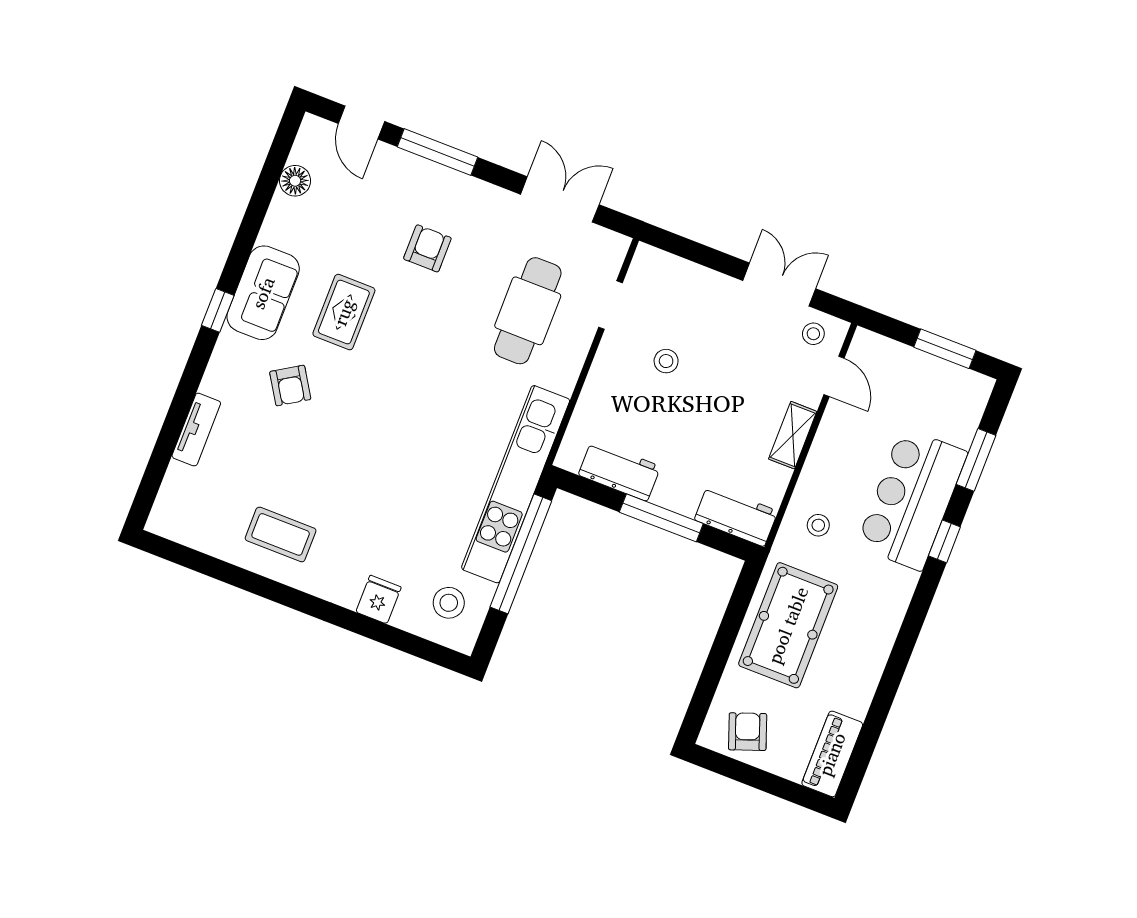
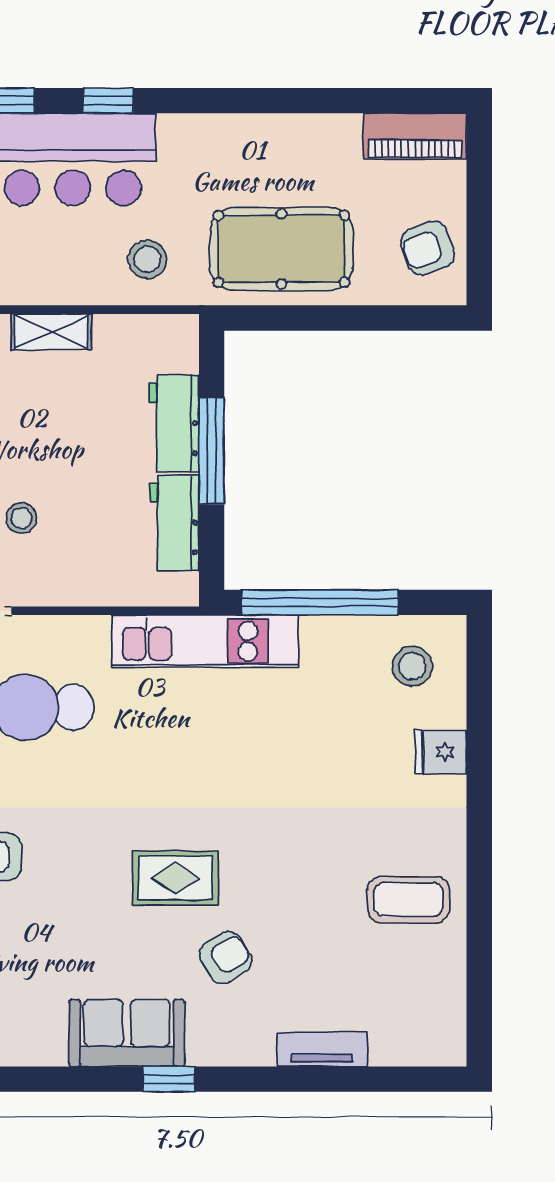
rug: (344, 312) -> (175, 878), moved
kitchen unit: (516, 484) -> (205, 641), width x0.73
workbench: (736, 515) -> (174, 423), moved
stool: (818, 525) -> (147, 259), width x1.37, depth x1.37
coffee table: (281, 534) -> (409, 900), turned 90

